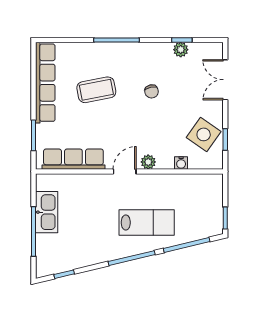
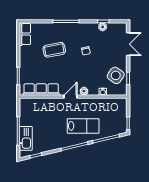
double door: (225, 80) -> (128, 44), swing flipped
row of seats: (45, 83) -> (25, 34), width x0.50
kitchen sink: (47, 212) -> (26, 138), moved

